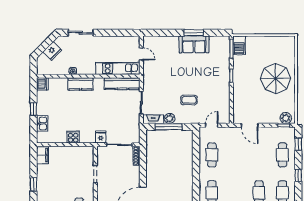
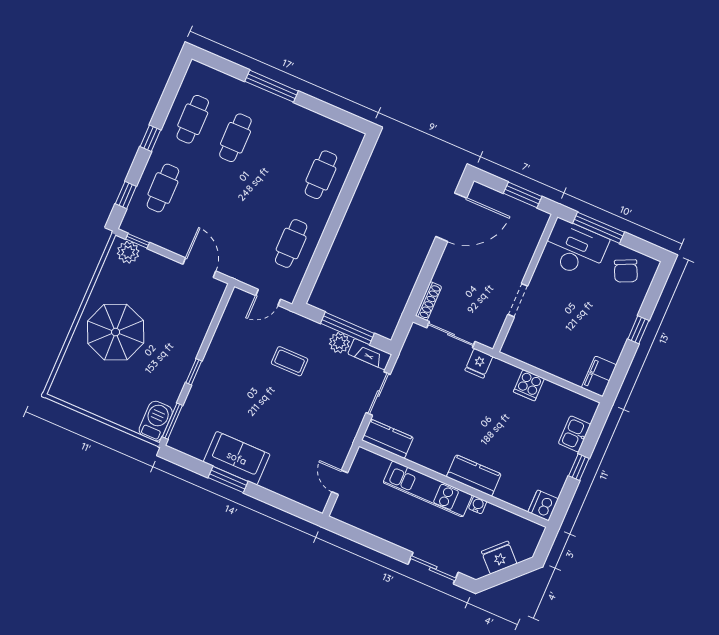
kitchen unit: (118, 68) -> (428, 489), moved
kitchen counter: (122, 84) -> (387, 439), width x0.67

